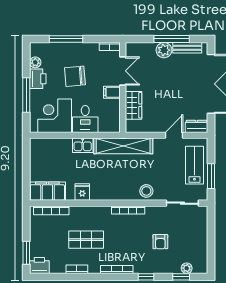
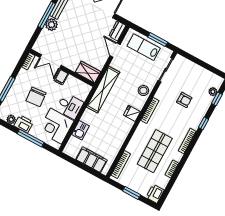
double door: (123, 71) -> (50, 61), swing flipped
wardrobe: (133, 105) -> (88, 72), moved
kitchen sink: (83, 145) -> (80, 130), moved
filing cabinet: (47, 191) -> (91, 160), moved, turned 90
fridge: (82, 192) -> (132, 113), moved
shop shelf: (86, 240) -> (155, 151), width x1.43, depth x1.36
window: (26, 253) -> (132, 193), moved

